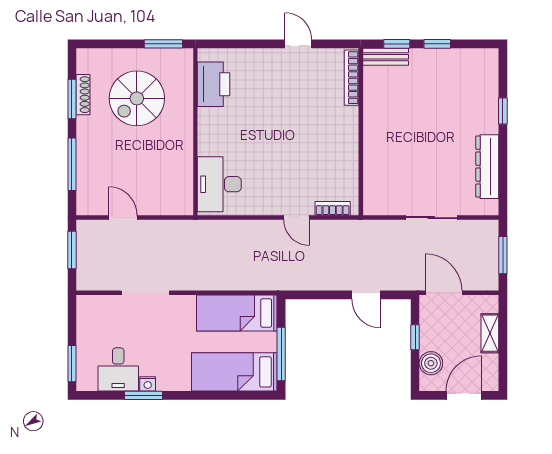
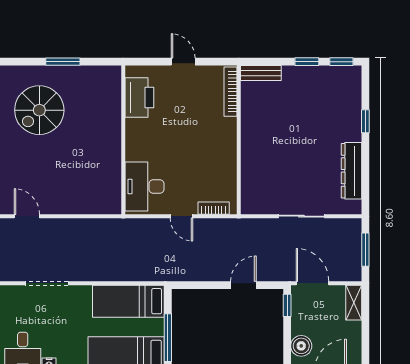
window: (397, 44) -> (341, 62), moved
printer: (214, 84) -> (139, 98), moved
wall: (195, 132) -> (123, 140), moved
desk: (219, 184) -> (144, 187), moved
door: (366, 295) -> (243, 285), swing flipped
shelving: (490, 333) -> (354, 303), moved
window: (415, 337) -> (287, 305), moved

